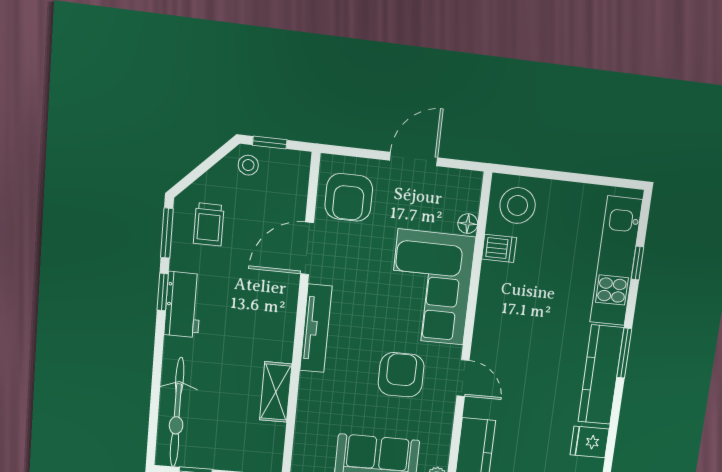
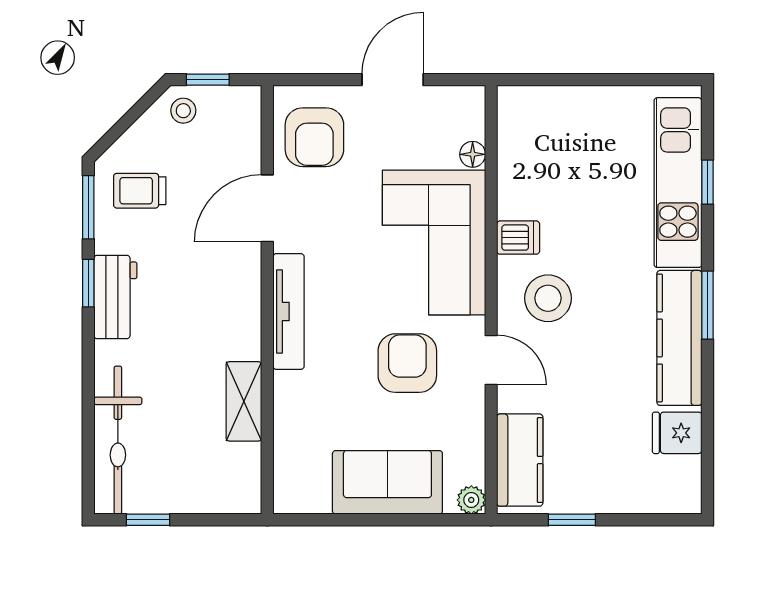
stool: (518, 205) -> (548, 298), moved
trolley: (209, 224) -> (140, 191), turned 90
dishwasher: (499, 248) -> (518, 238), moved

